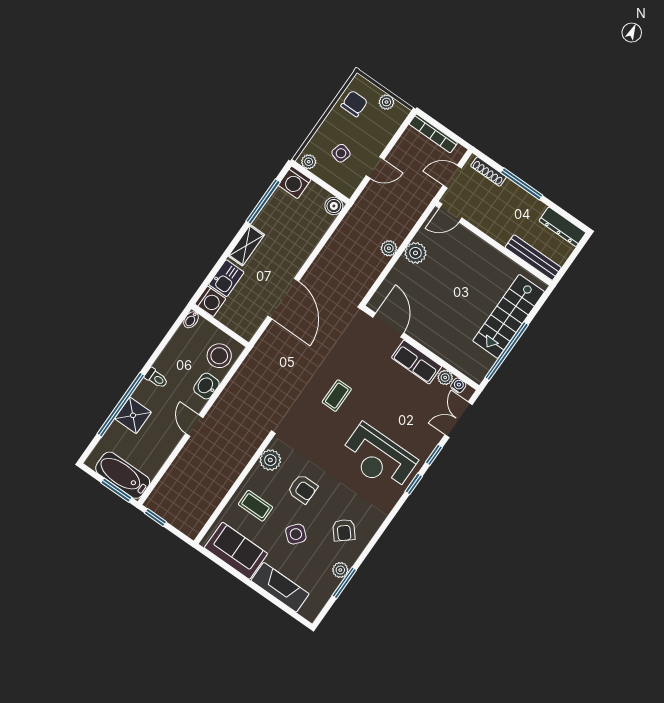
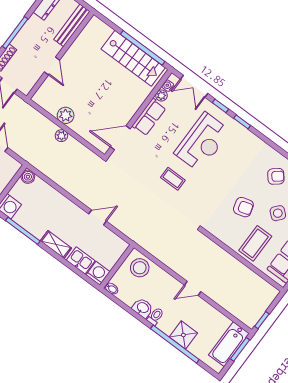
door: (451, 213) -> (52, 66), moved
door: (283, 299) -> (98, 218), width x0.53
stairs: (509, 316) -> (133, 58), moved
washbasin: (206, 386) -> (143, 308), moved, turned 180
reception desk: (378, 458) -> (202, 142), moved
plant: (270, 460) -> (221, 231), removed
armchair: (302, 489) -> (243, 207), turned 74
coffee table: (255, 506) -> (255, 243), width x1.36, depth x1.30

